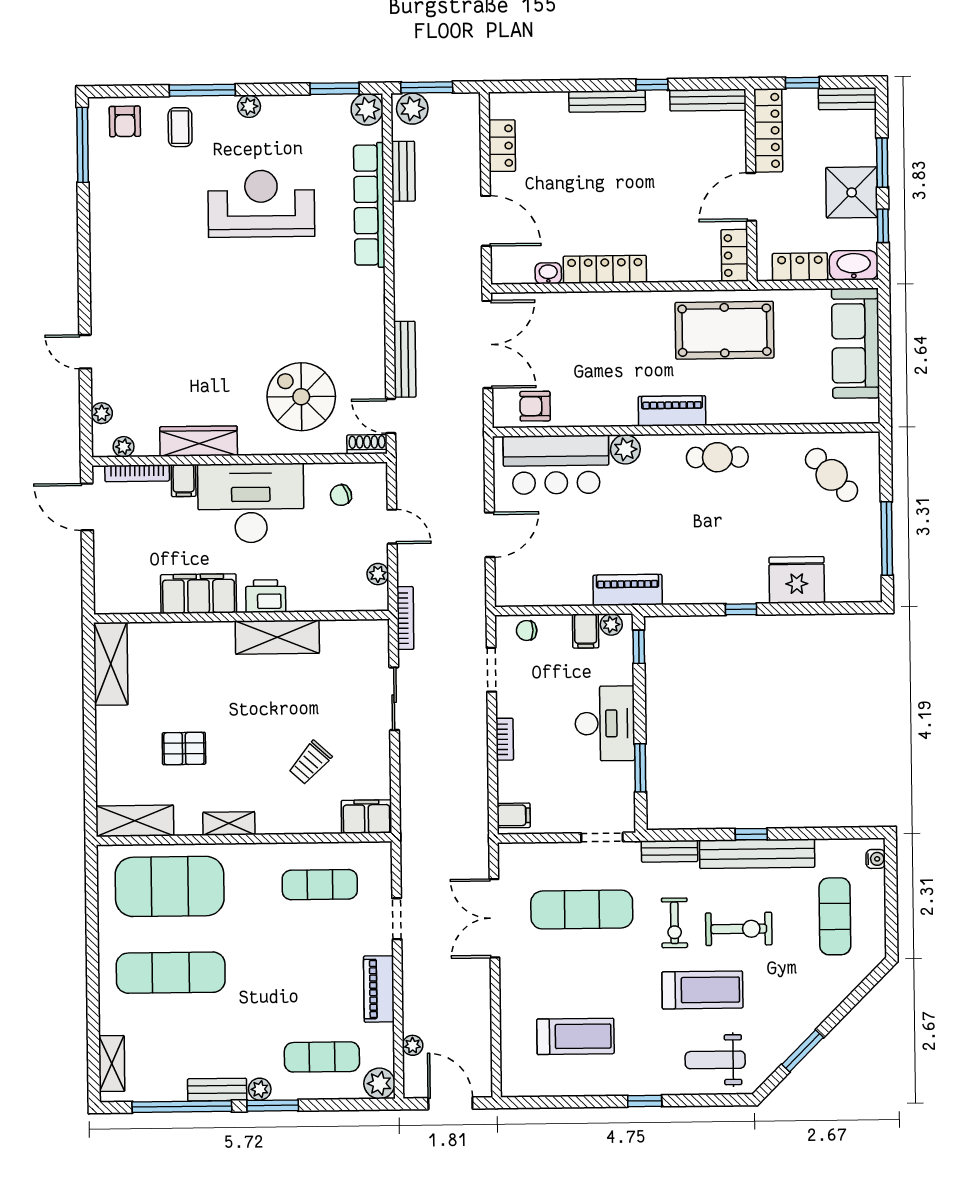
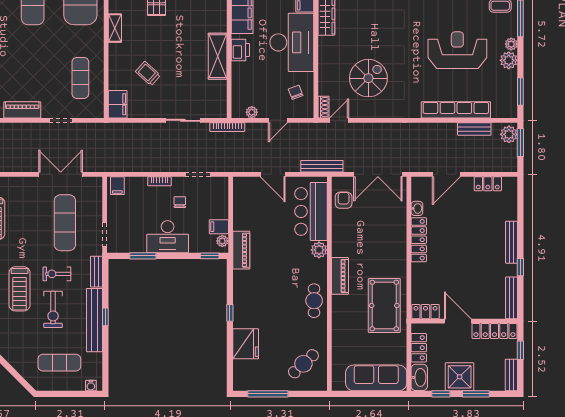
plant: (367, 109) -> (509, 60), moved
reception desk: (261, 204) -> (457, 50), turned -90
bench: (405, 359) -> (322, 166), moved
spiral stairs: (301, 397) -> (368, 78), moved
chair: (527, 630) -> (180, 202), moved

